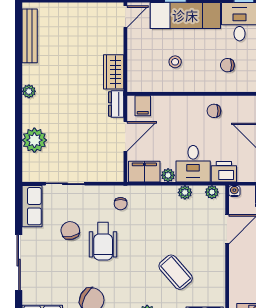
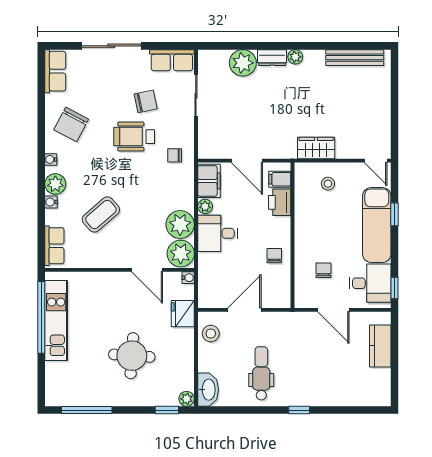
stool: (175, 62) -> (328, 184), moved
dresser: (116, 104) -> (272, 58), moved, turned 180
printer: (224, 172) -> (280, 202), moved, turned 180
plant: (185, 192) -> (180, 225), width x1.88, depth x1.88
plant: (212, 192) -> (181, 254), width x1.88, depth x1.88

